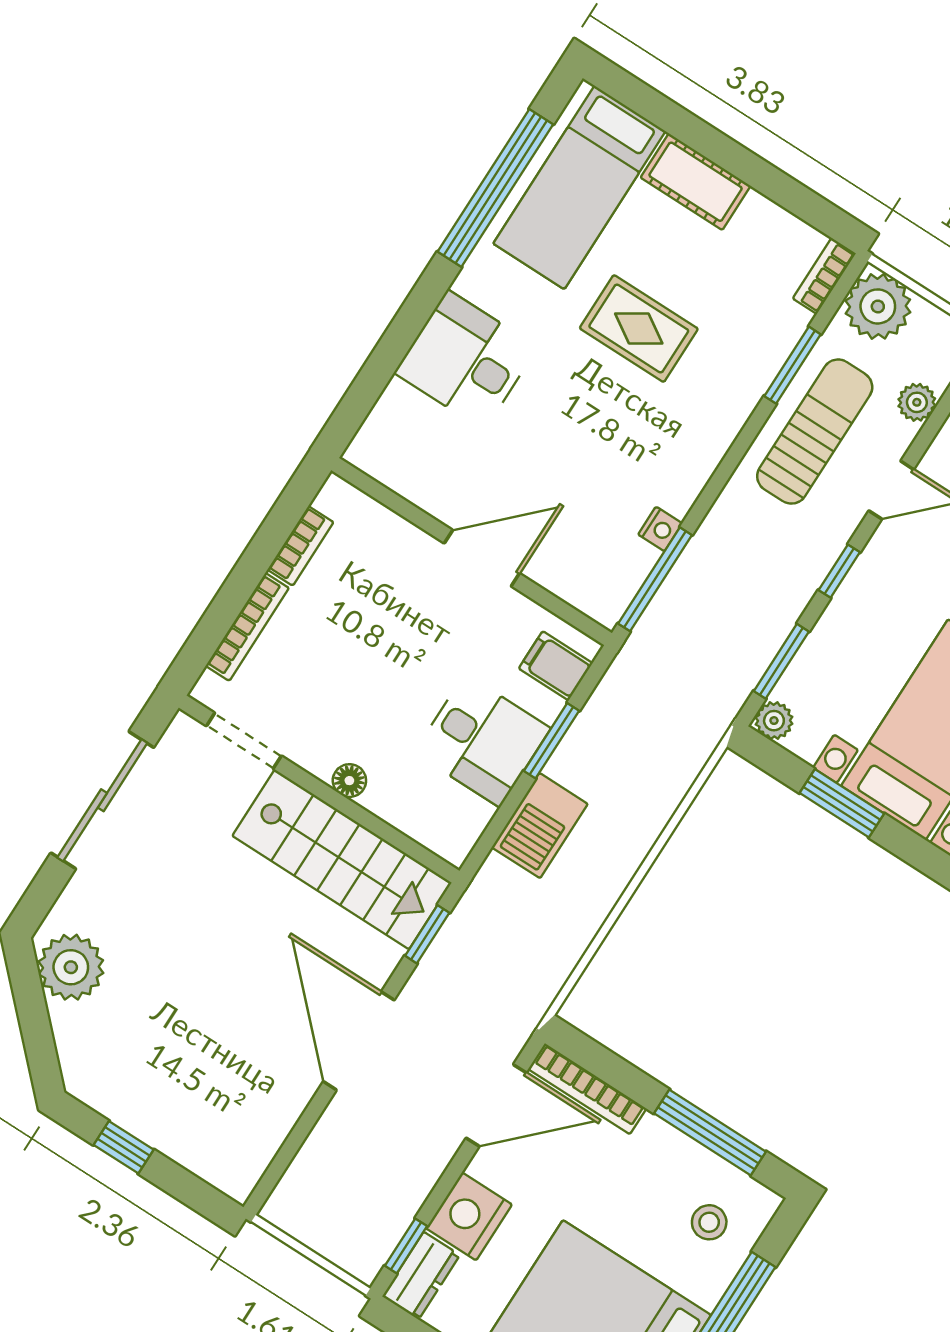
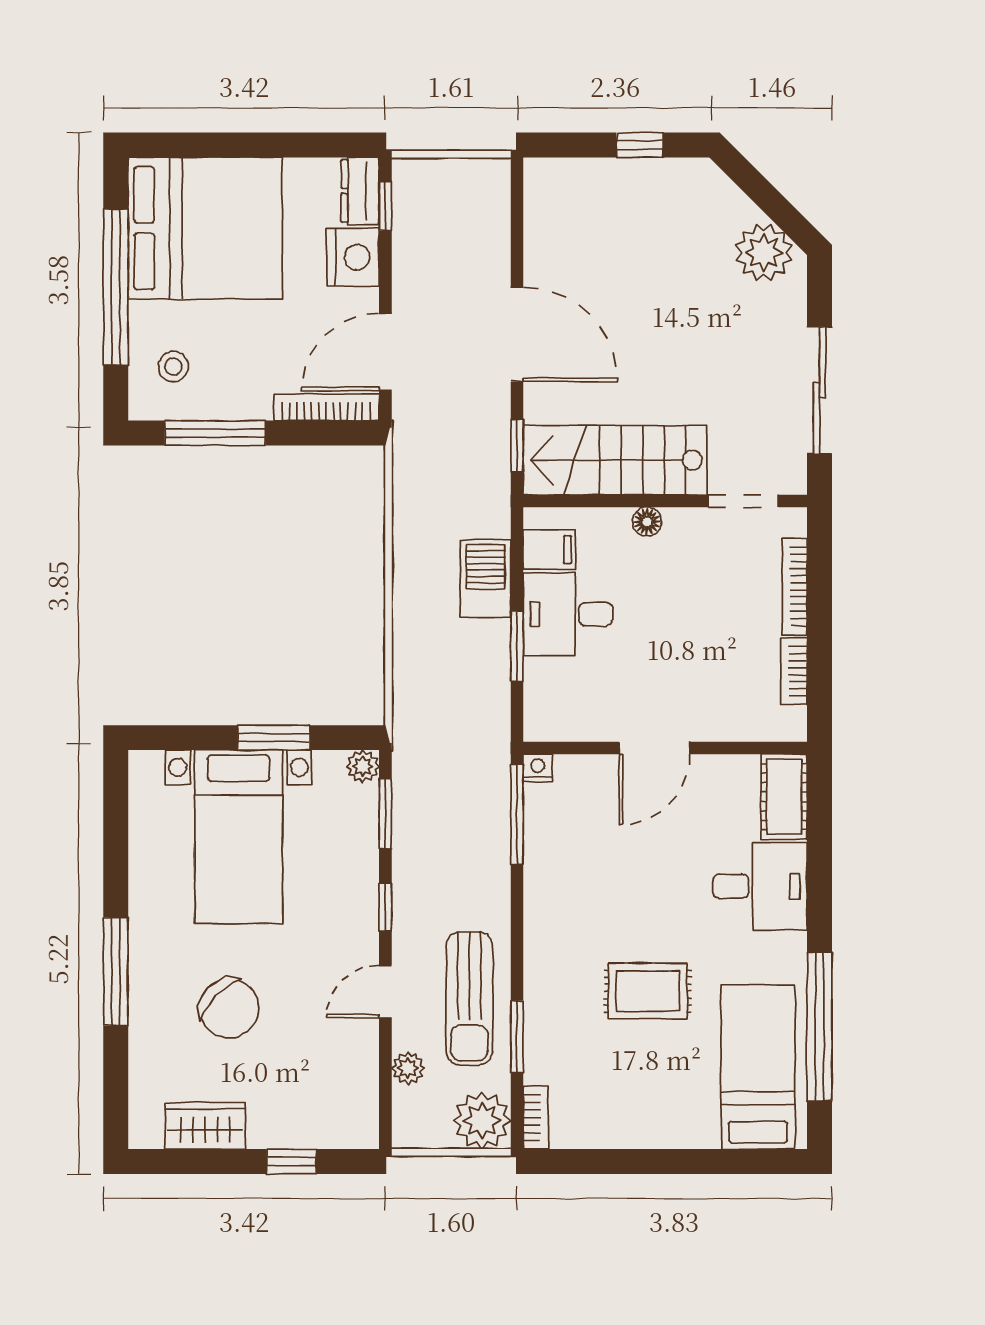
cot: (696, 182) -> (784, 797), moved, turned 90
nightstand: (660, 529) -> (538, 768), moved, turned 90
filing cabinet: (556, 666) -> (549, 550), moved

